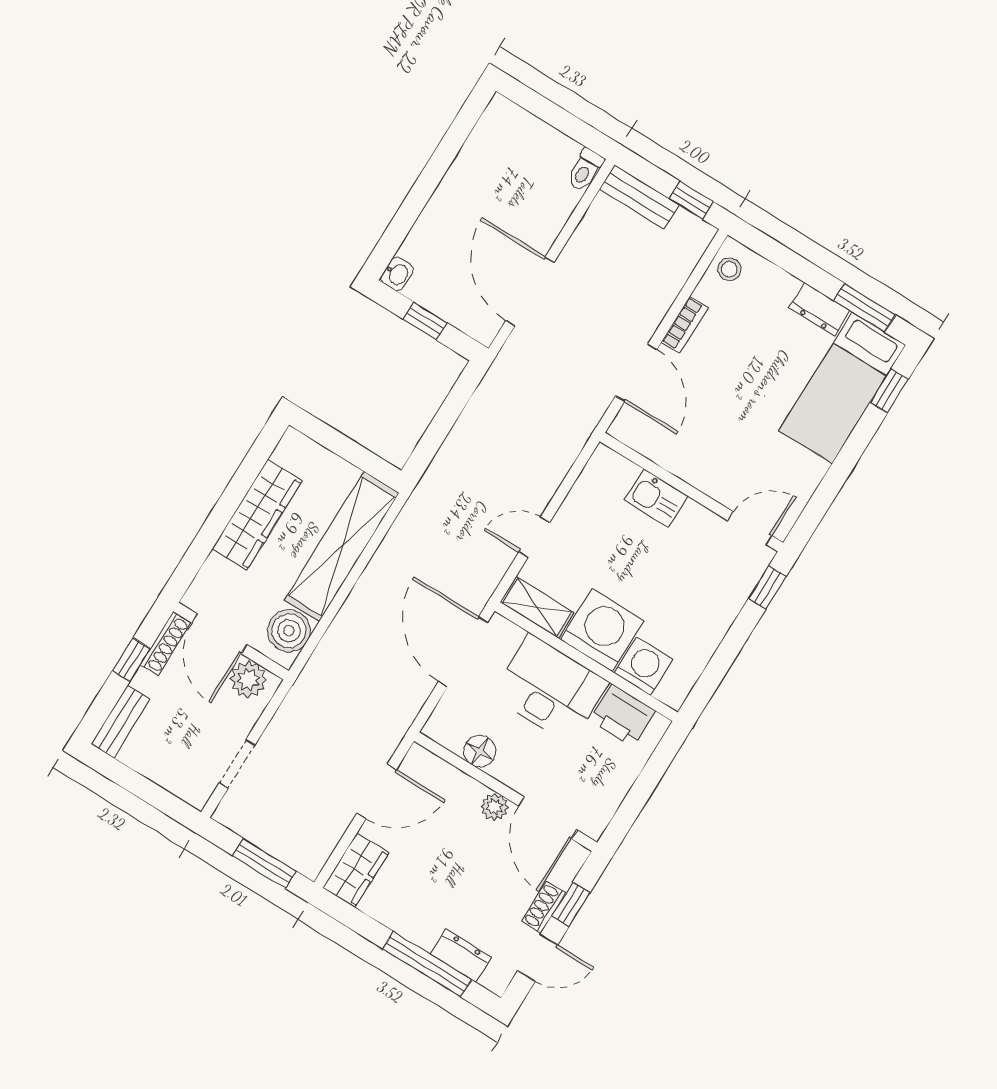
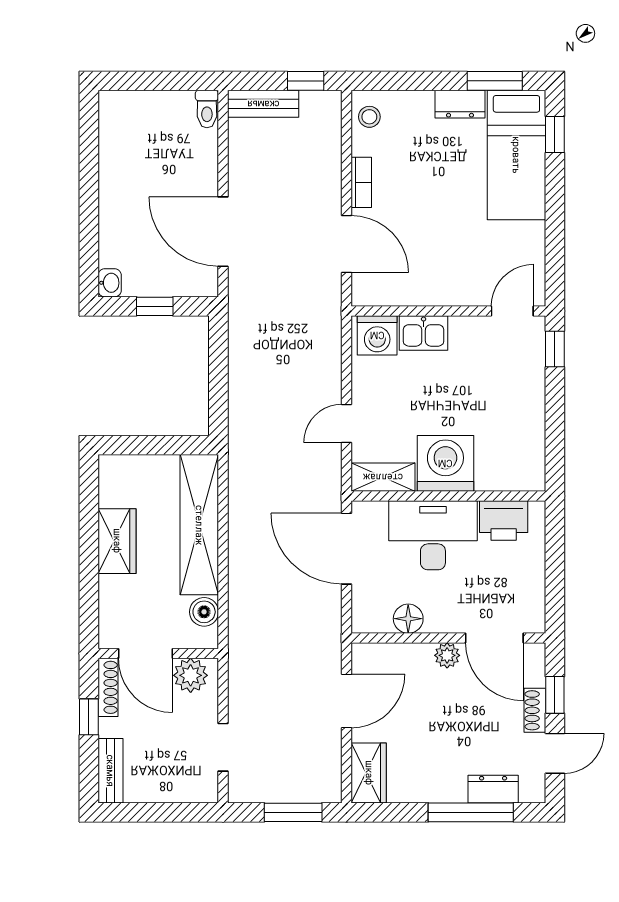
wardrobe: (257, 515) -> (117, 541), width x0.67
boiler: (289, 631) -> (204, 612), width x0.73, depth x0.73
washing machine: (643, 666) -> (377, 335), moved, turned 180

